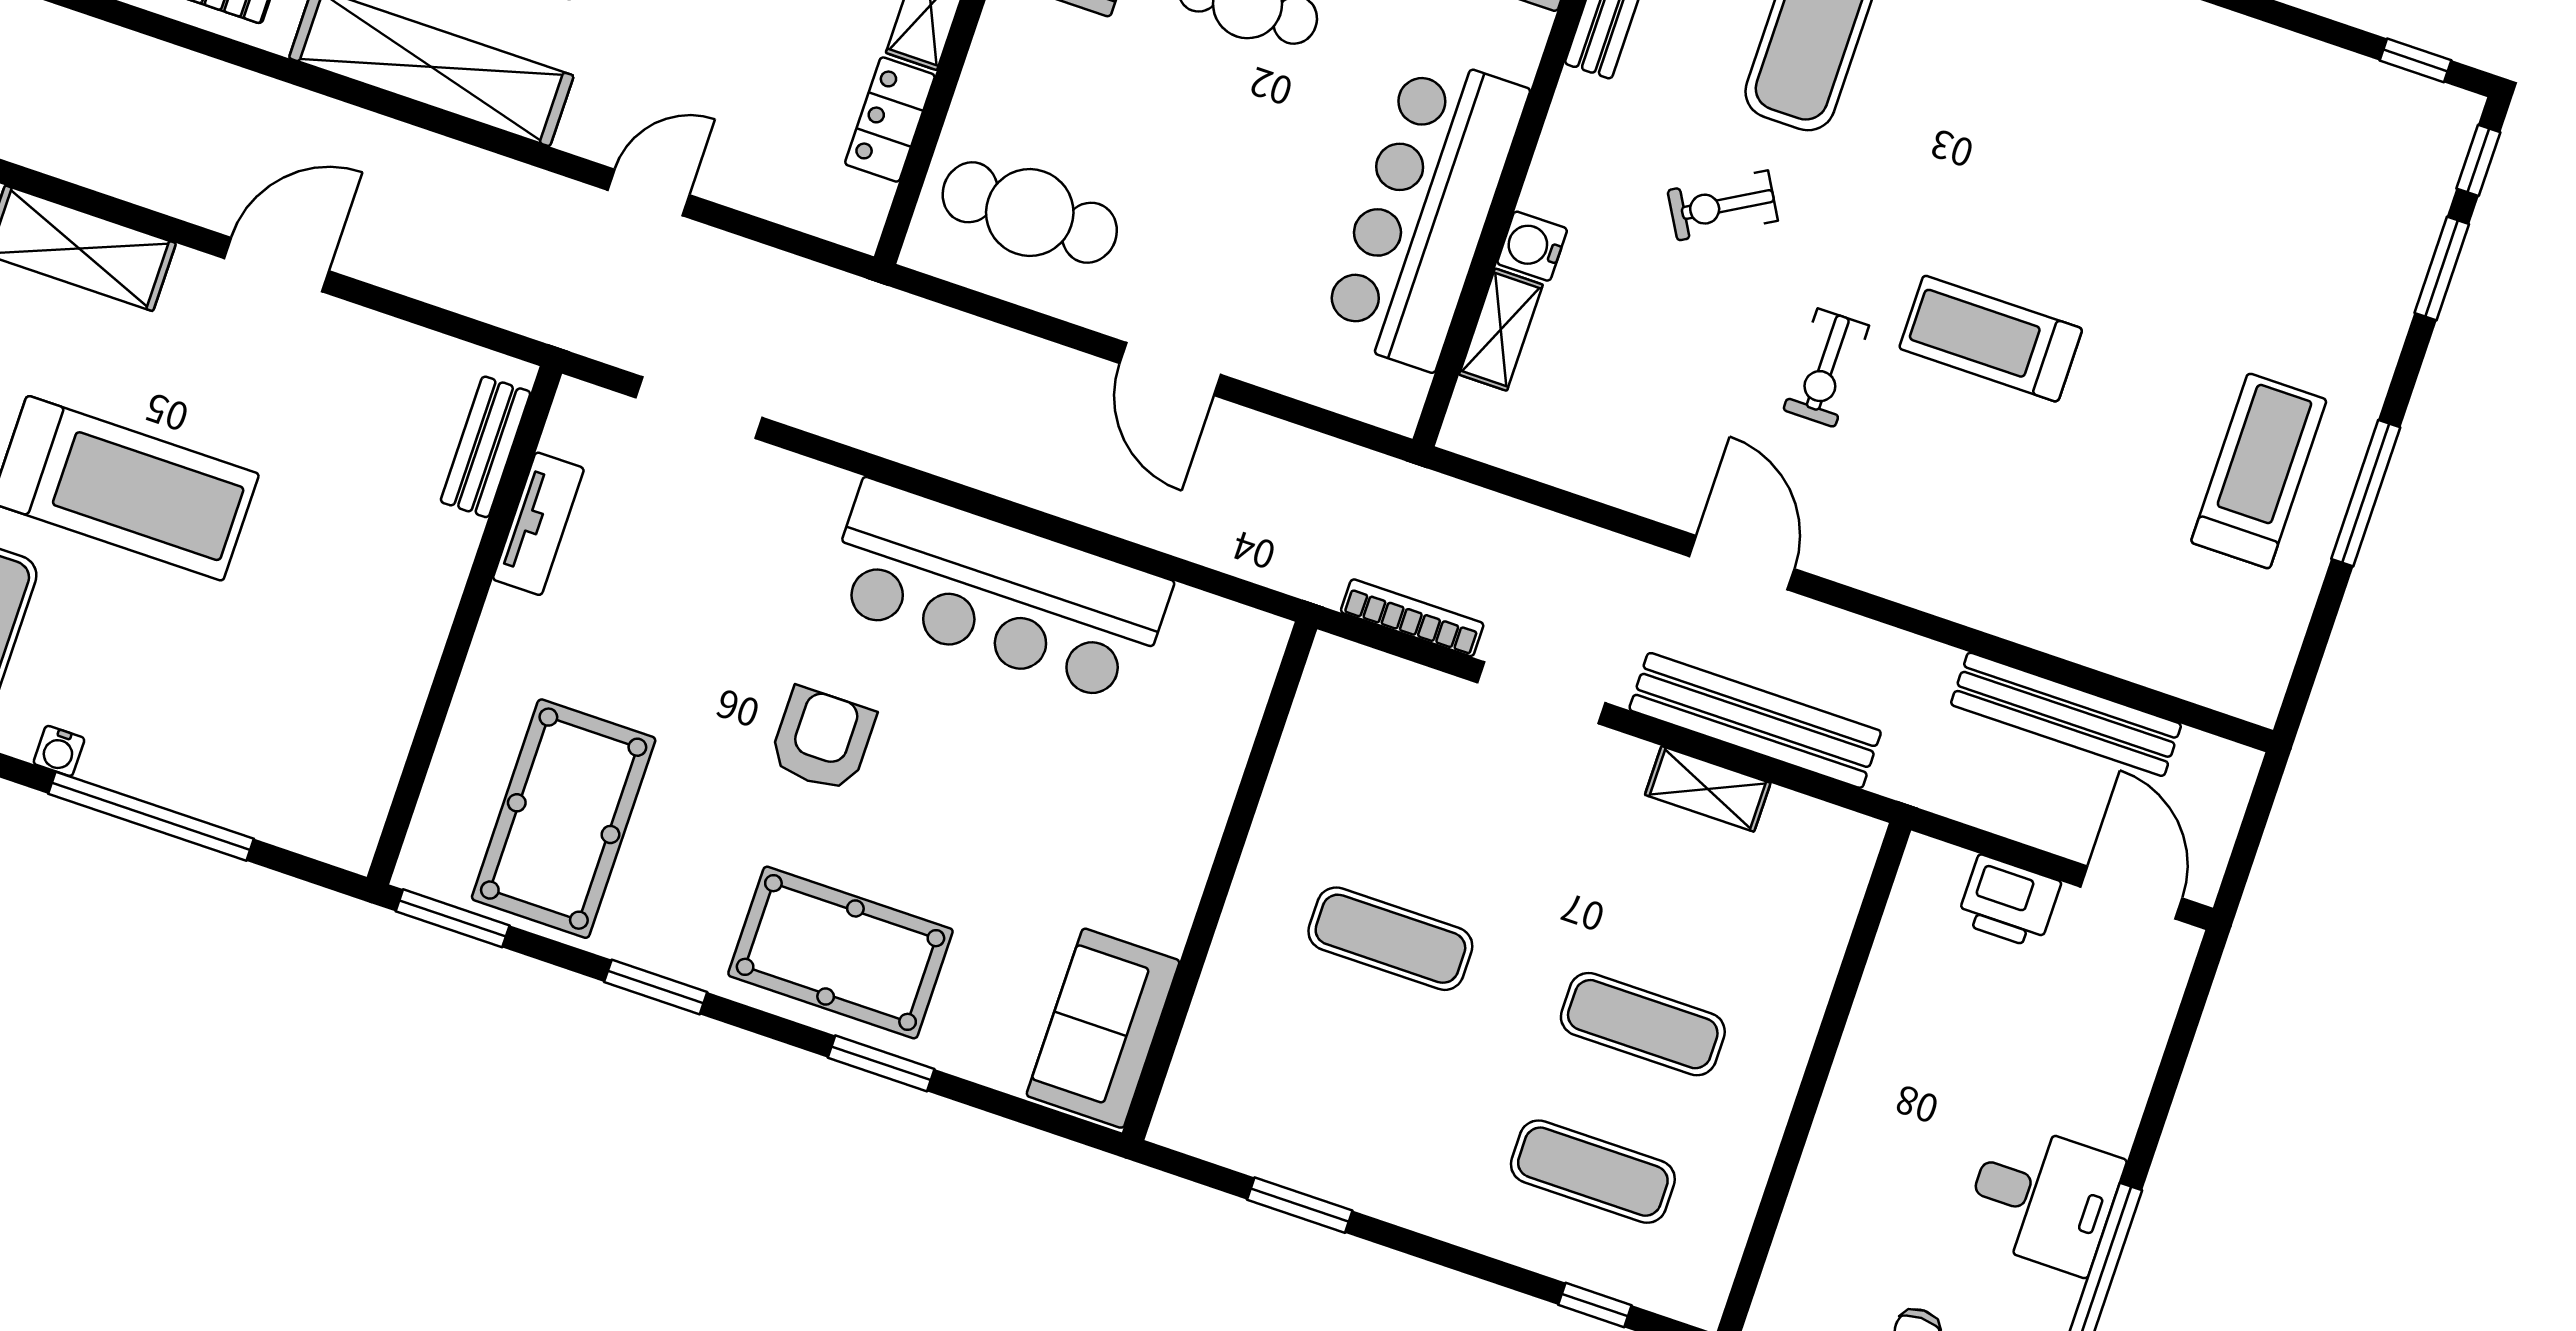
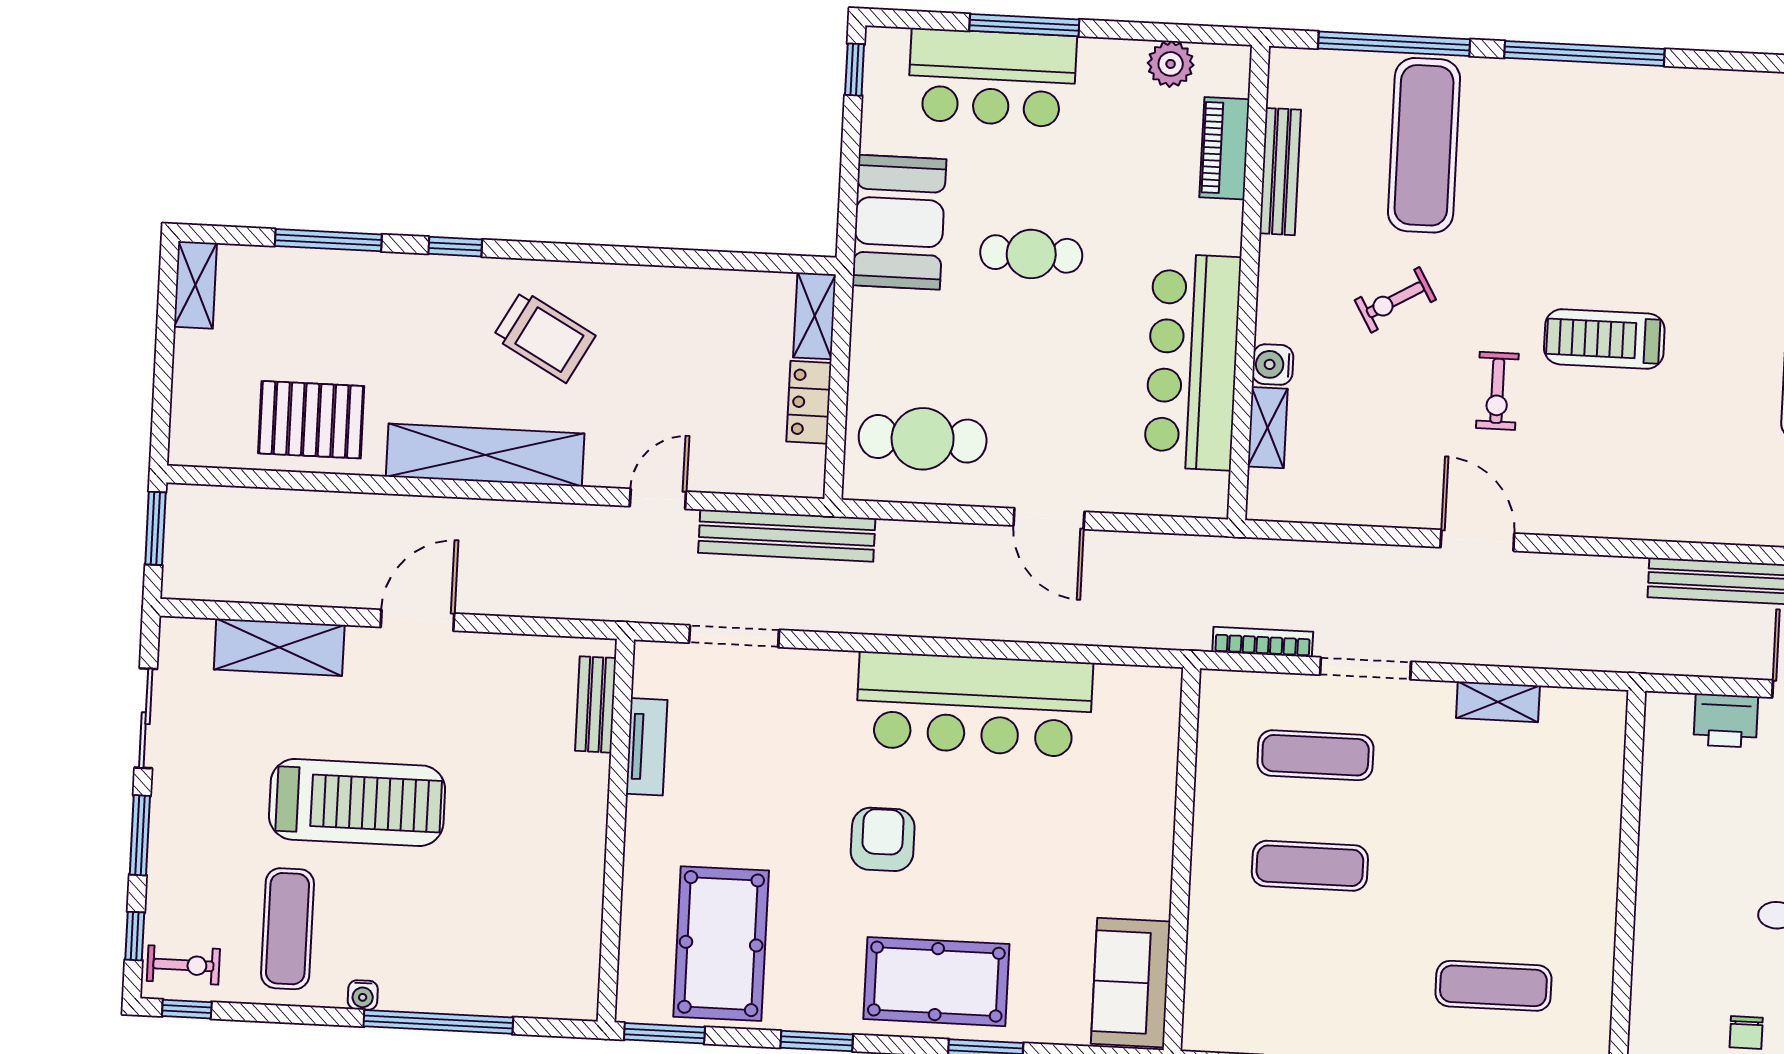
bench: (1755, 720) -> (787, 536), moved
exercise mat: (1643, 1024) -> (1315, 755), moved

